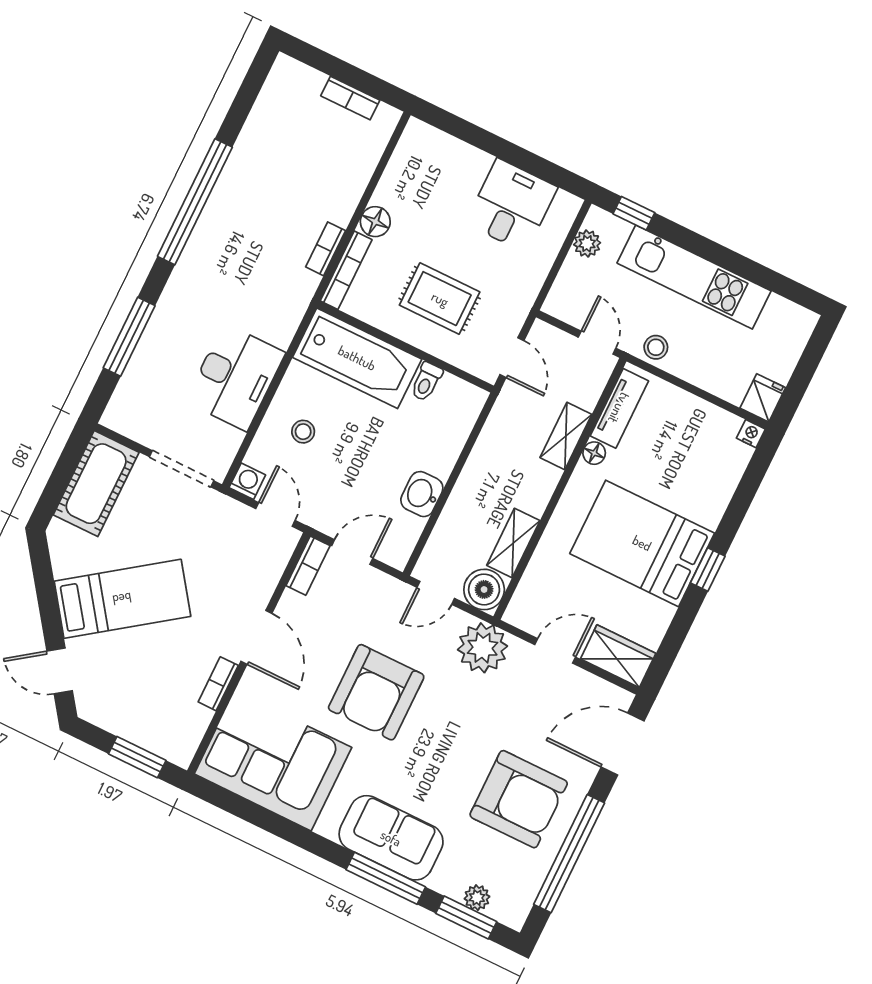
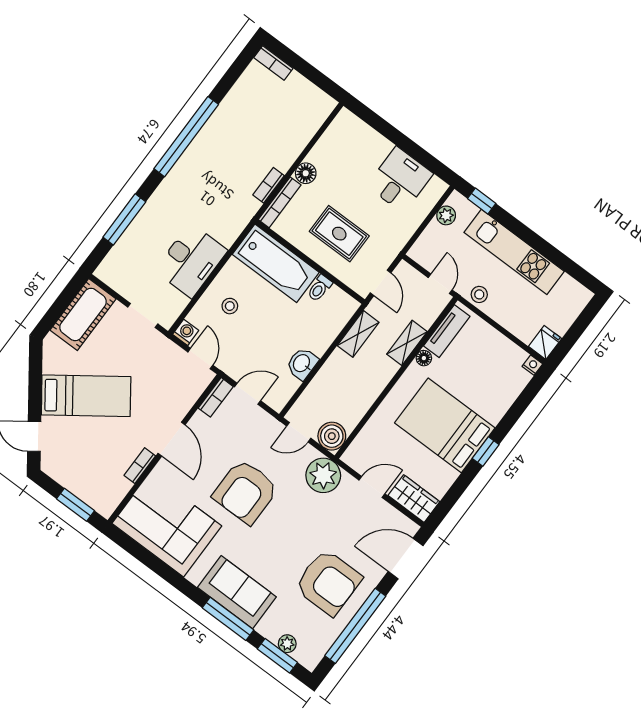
bookcase: (350, 98) -> (273, 63), moved
doorway: (182, 469) -> (143, 315), width x0.73
shelving: (513, 543) -> (358, 334), moved

